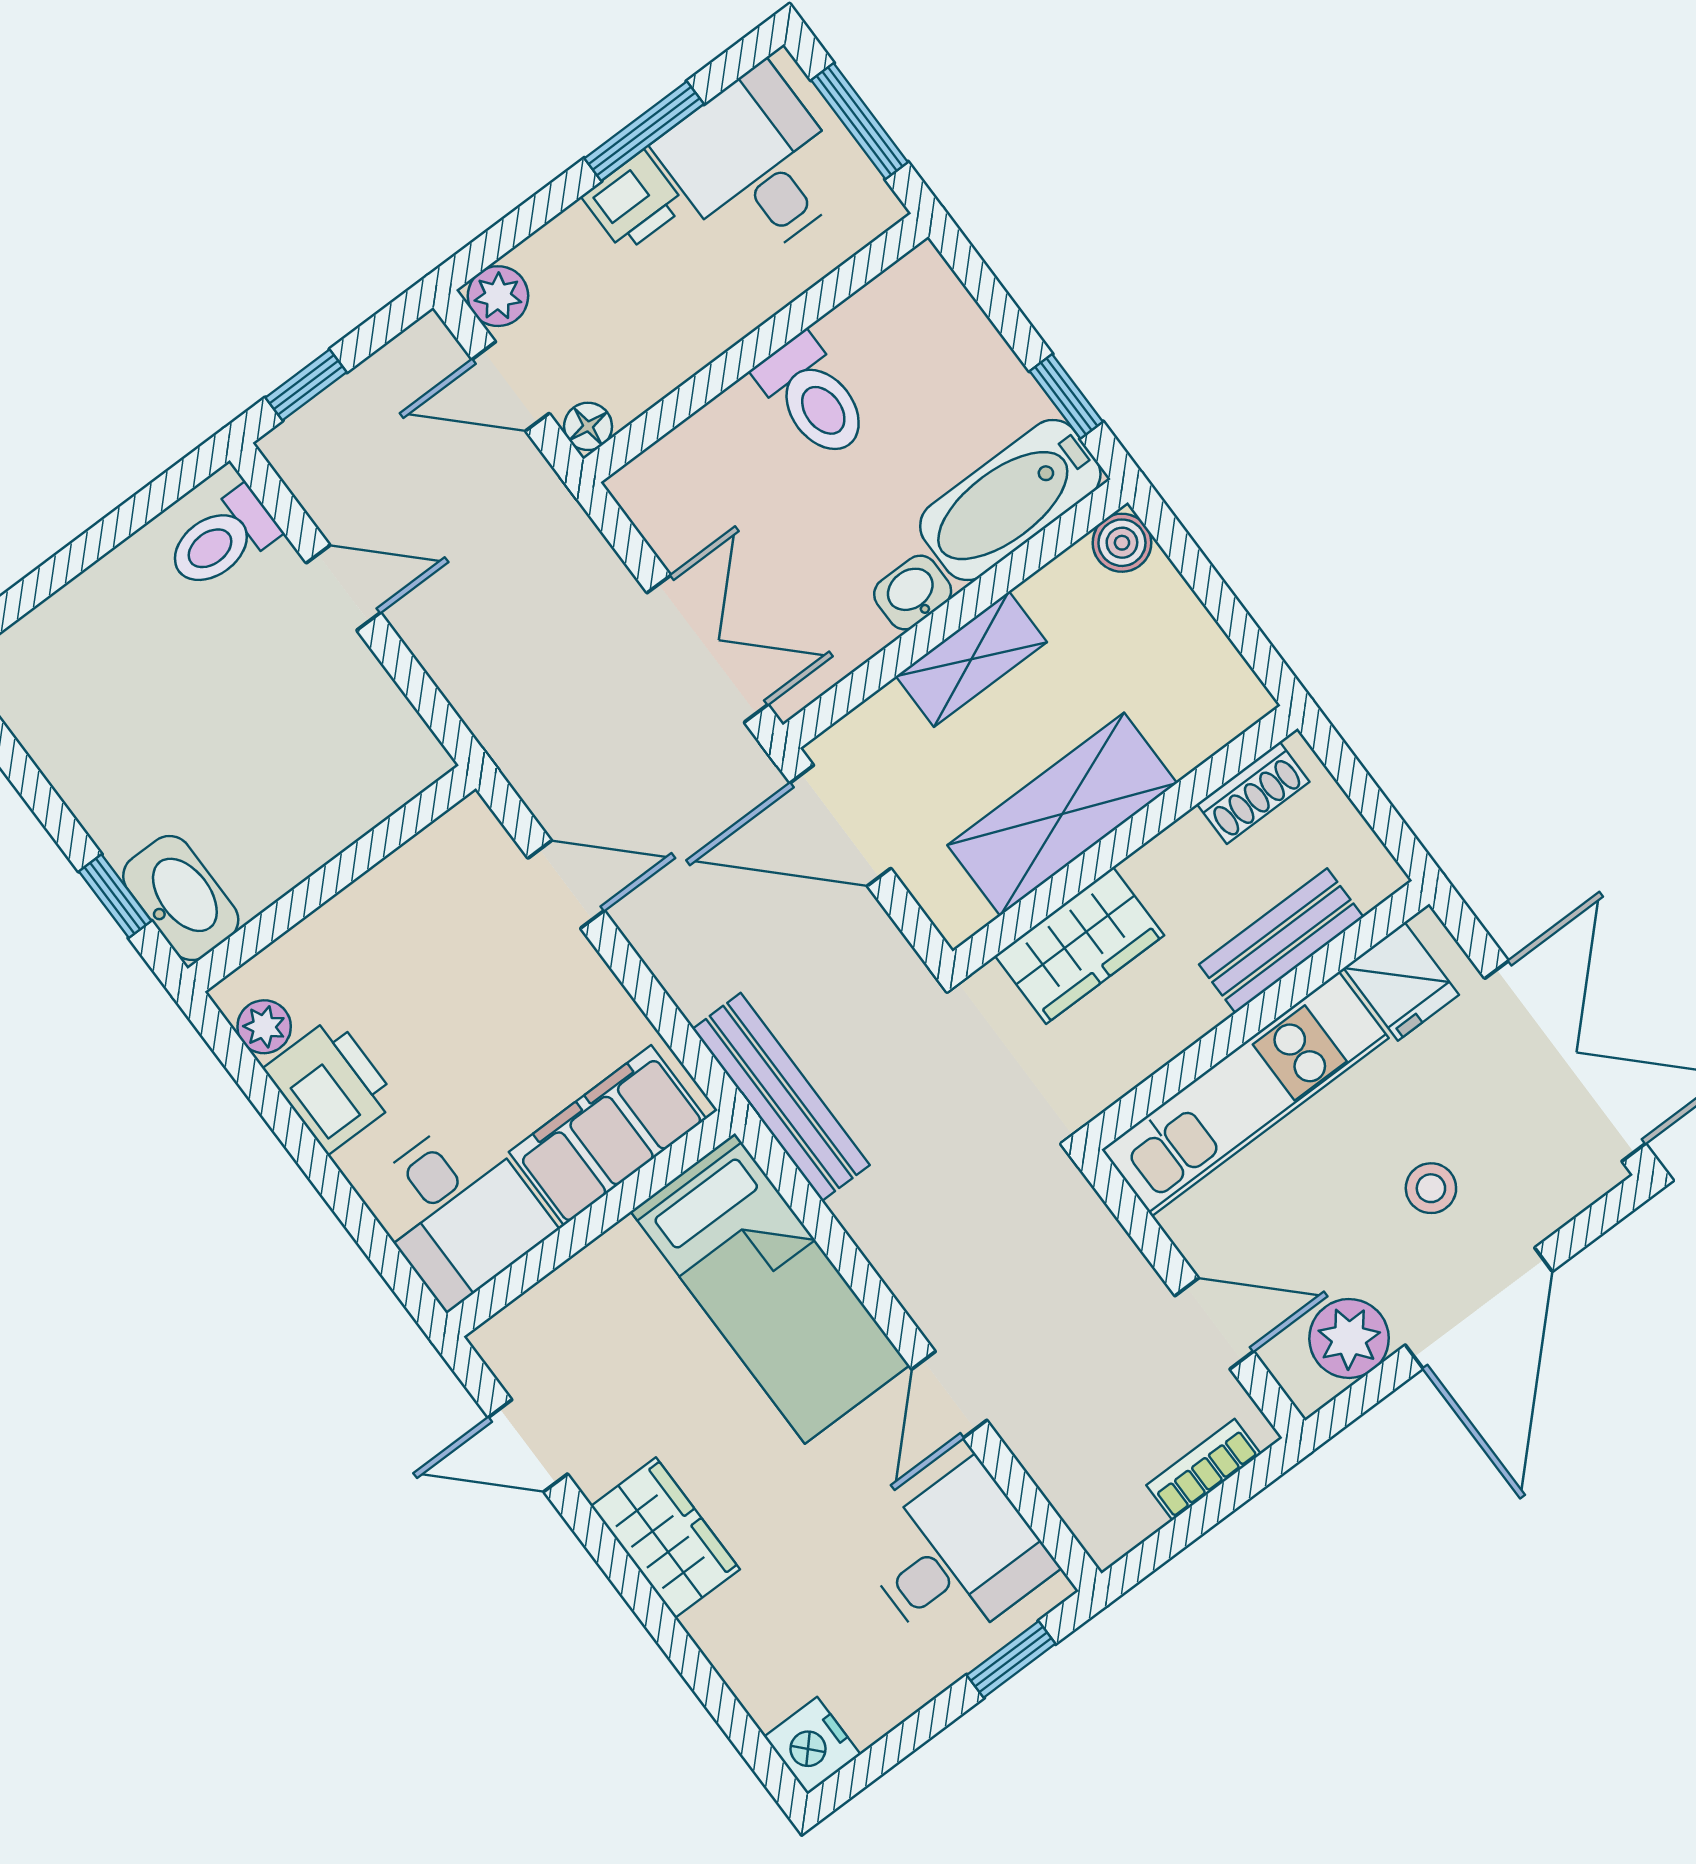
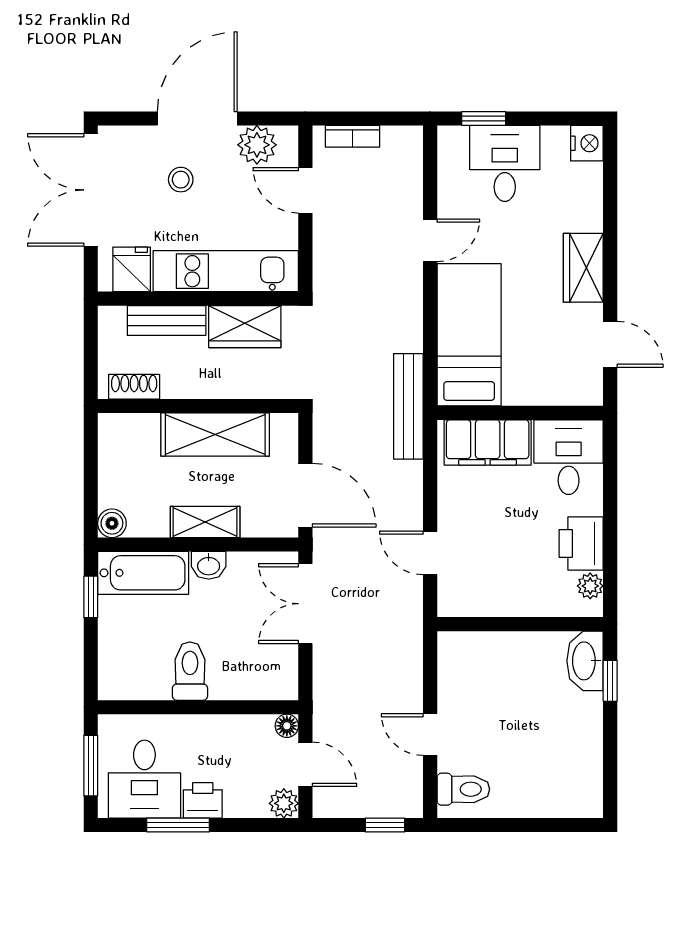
wardrobe: (1079, 945) -> (245, 327), moved, turned 180
desk: (957, 1557) -> (505, 163), moved, turned 90

